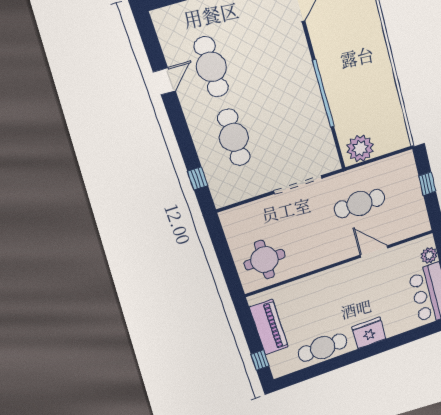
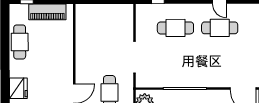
round table: (264, 260) -> (94, 23), removed
fridge: (369, 333) -> (18, 88), moved

